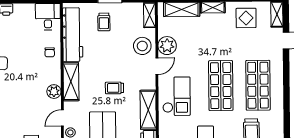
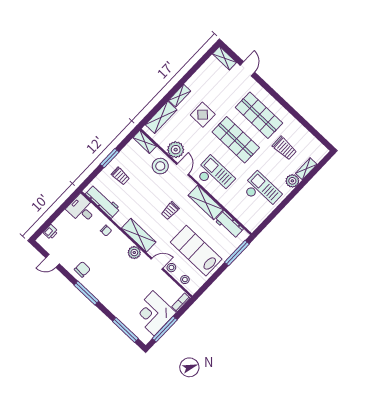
display table: (246, 18) -> (203, 115), moved
workbench: (73, 35) -> (103, 201), width x0.73, depth x0.76
door: (62, 118) -> (157, 264), swing flipped

